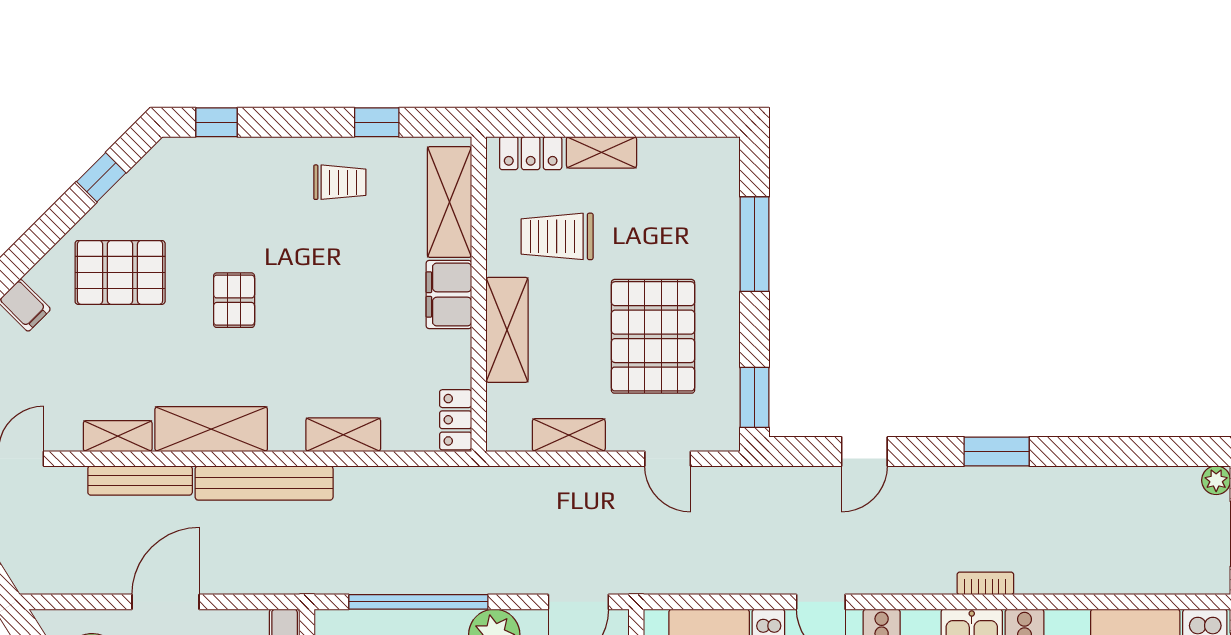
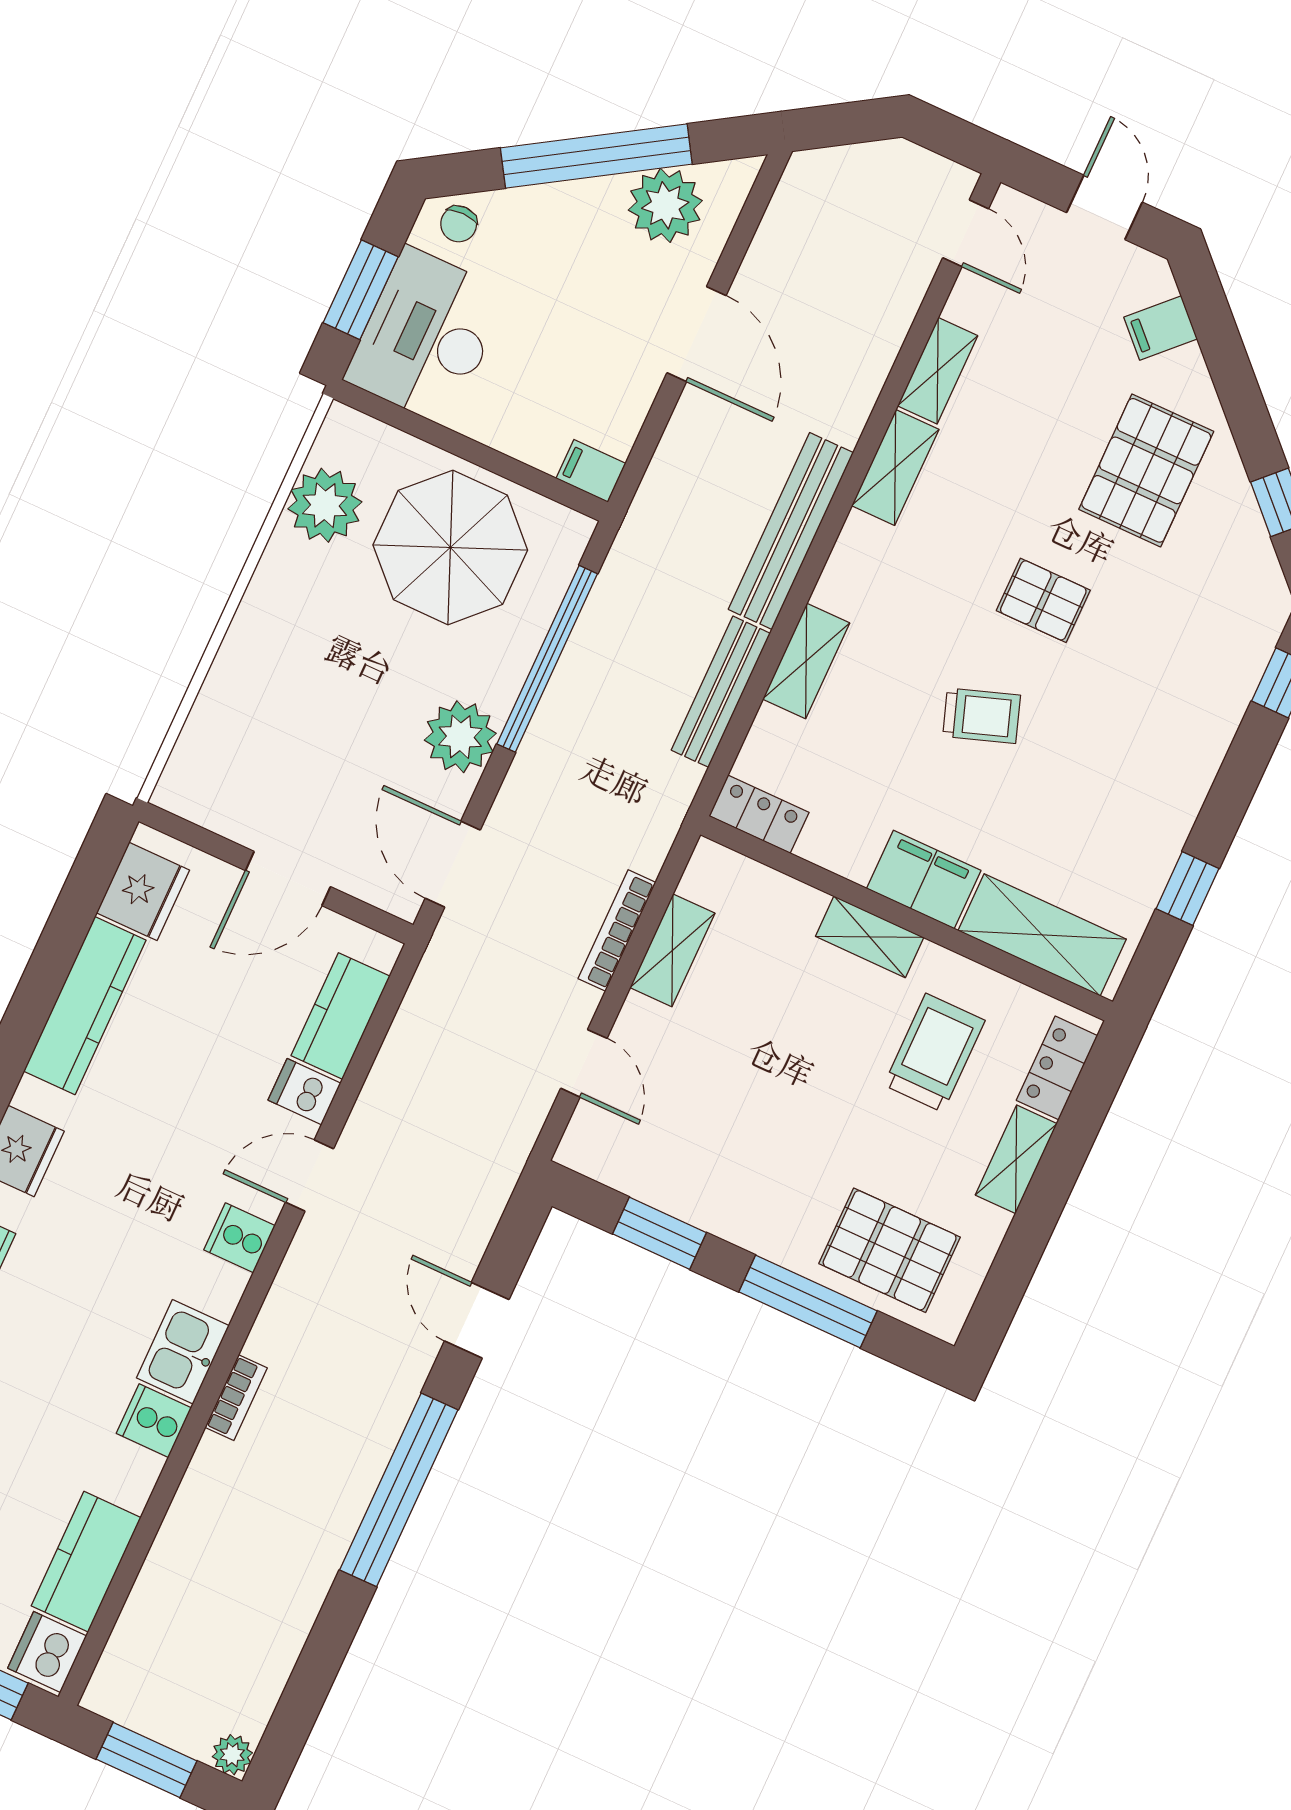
trolley: (340, 182) -> (982, 716), moved, turned -109
shelving: (507, 330) -> (870, 937), width x0.67, depth x0.75
pallet: (653, 336) -> (890, 1250), moved, width x0.73, depth x0.71
window: (754, 397) -> (660, 1233), moved
shelving: (211, 429) -> (895, 468), width x0.67, depth x0.75
window: (997, 452) -> (399, 1490), width x2.11
door: (668, 459) -> (584, 1063), swing flipped
bookcase: (572, 477) -> (617, 930), added
bench: (140, 480) -> (721, 692), moved

